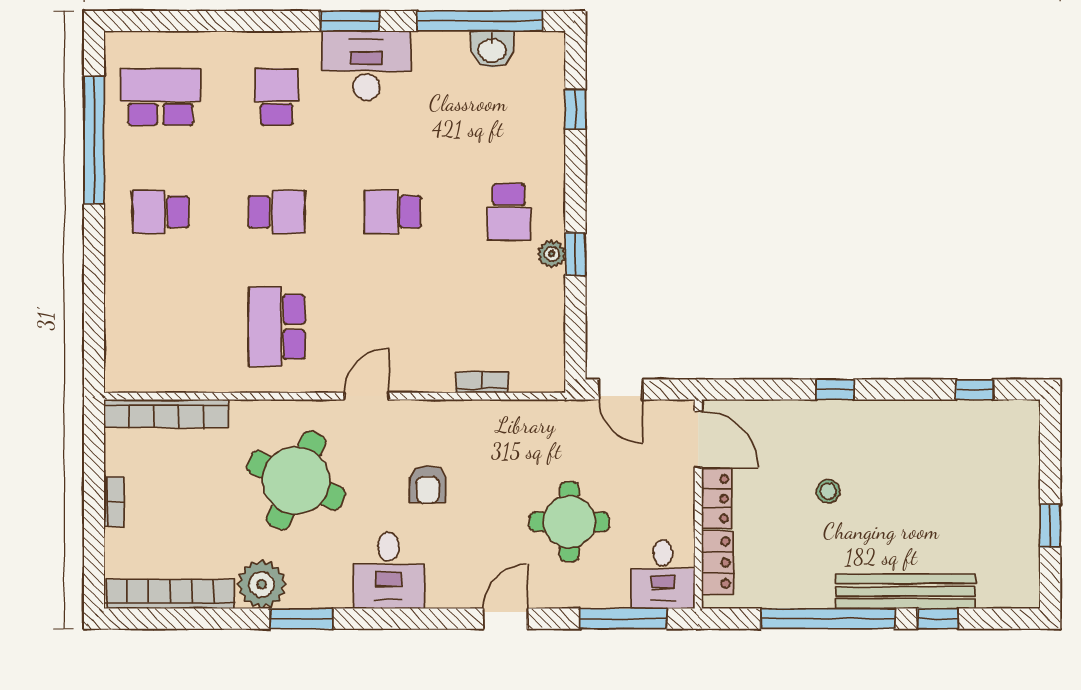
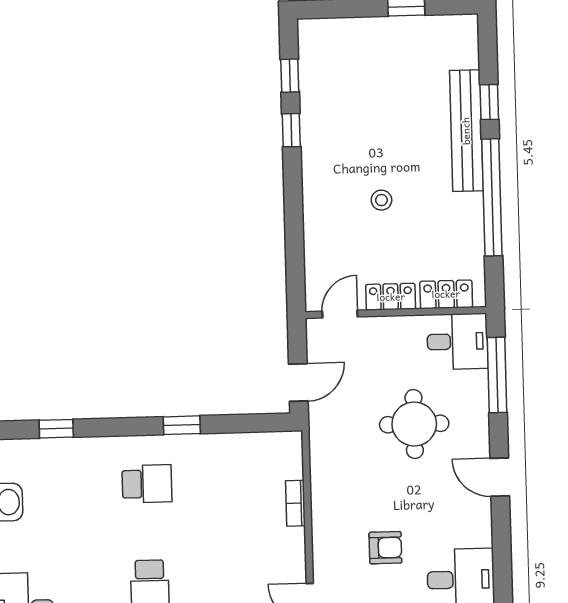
plant: (552, 254) -> (182, 446), removed
window: (835, 390) -> (291, 130), moved
door: (698, 440) -> (340, 314), width x0.73

